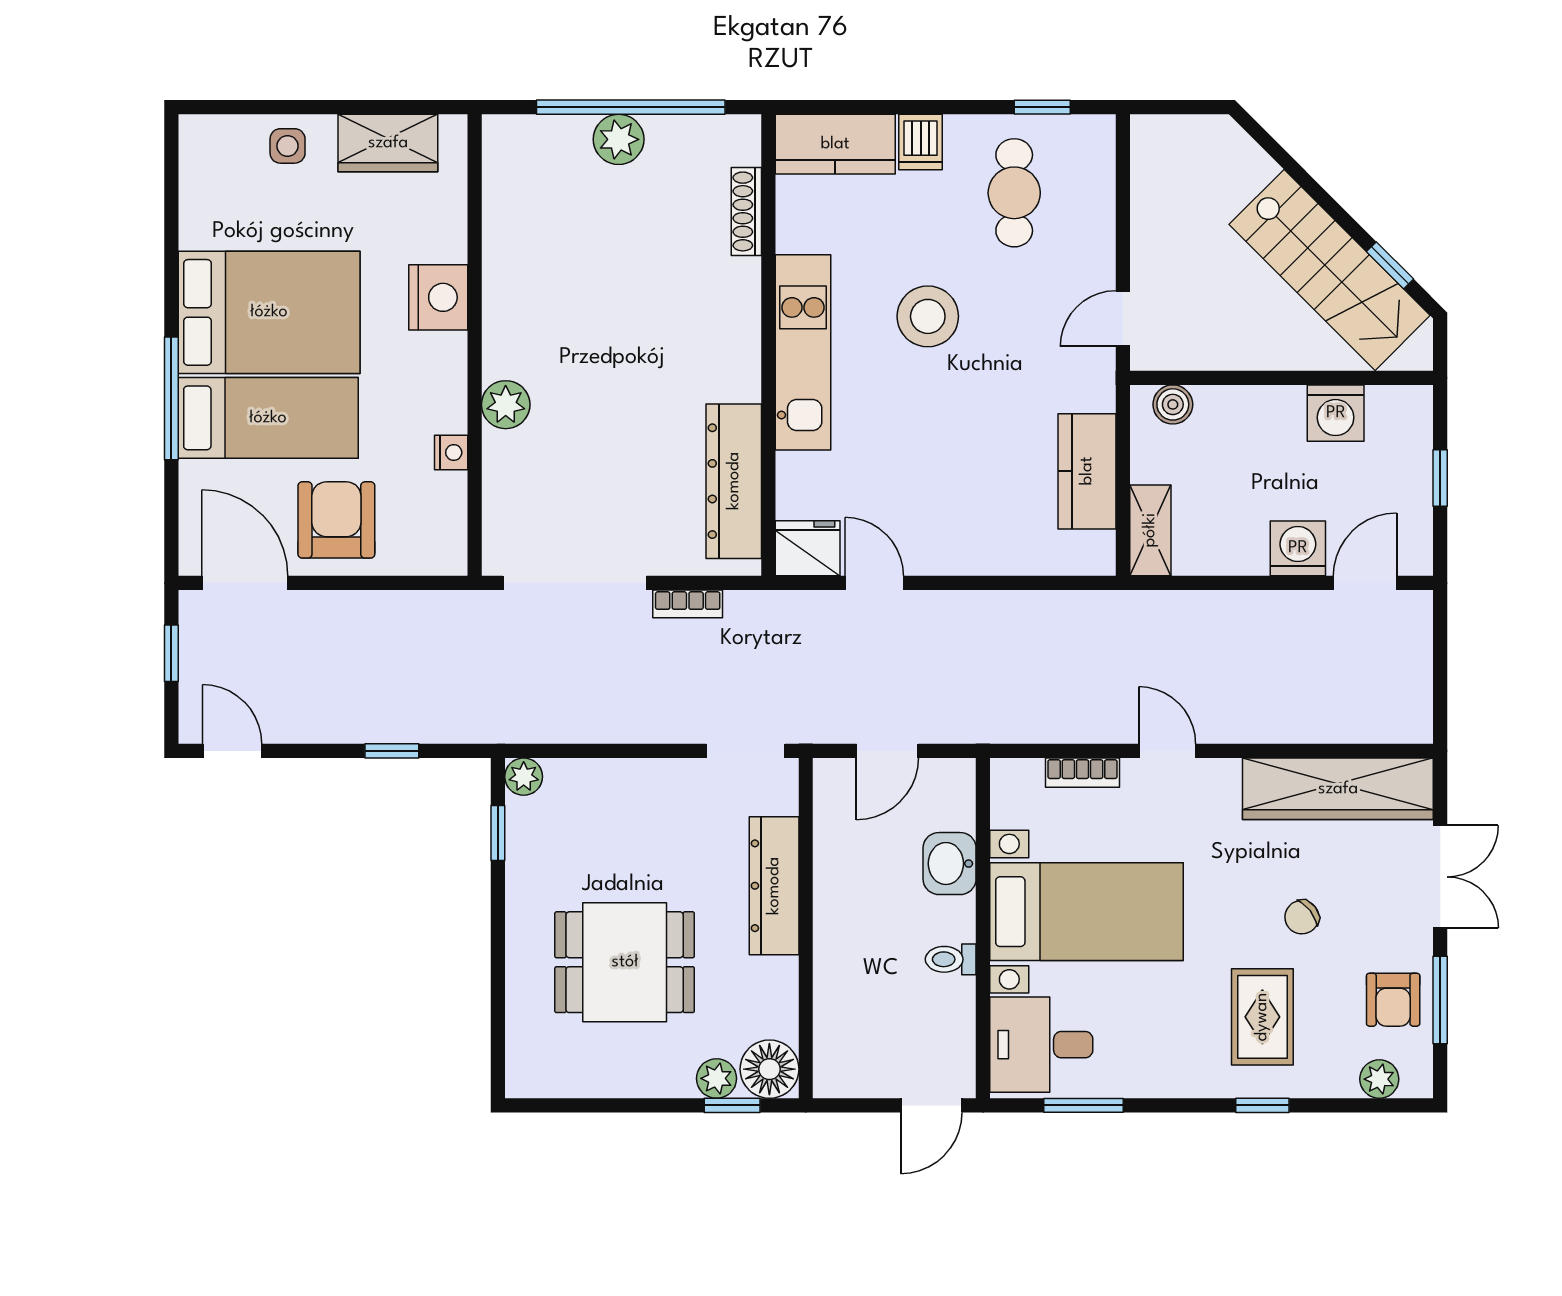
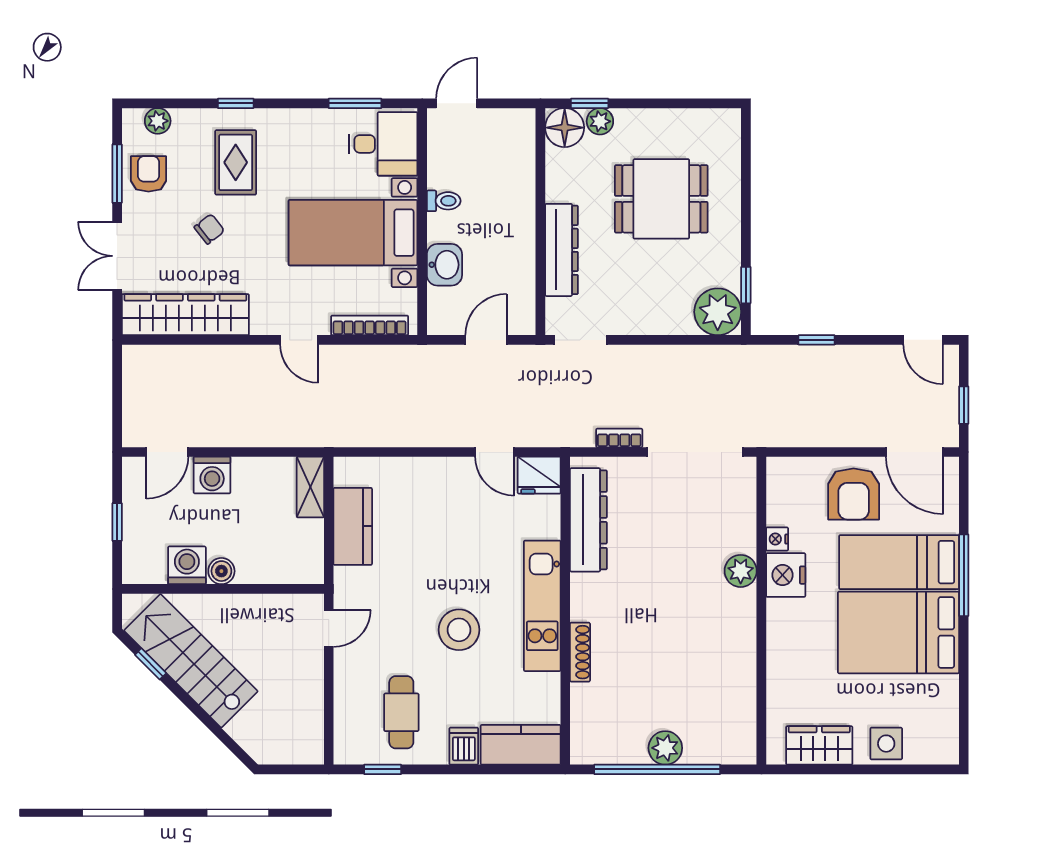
side table: (288, 146) -> (886, 744), width x1.37, depth x1.37
shoe rack: (746, 211) -> (580, 652), moved
nightstand: (438, 297) -> (786, 575), moved
boiler: (1173, 404) -> (221, 571), moved
bookcase: (1082, 773) -> (370, 325), width x1.56
plant: (524, 777) -> (718, 312), width x1.87, depth x1.87

